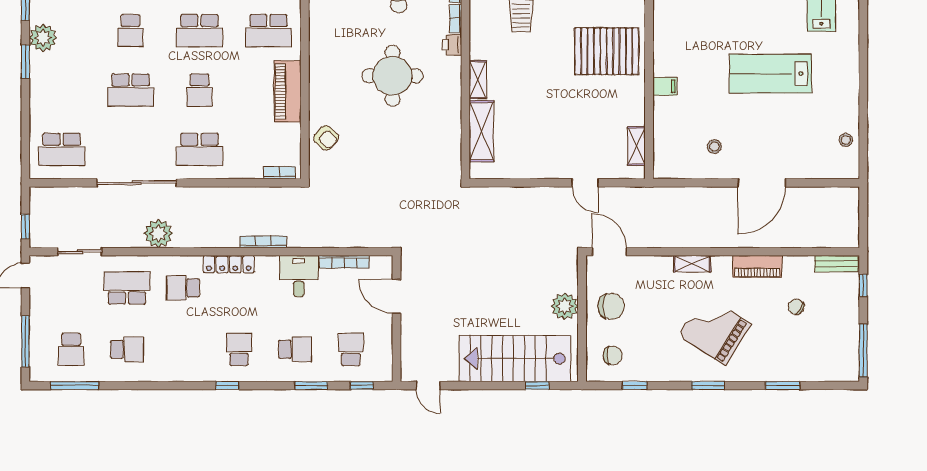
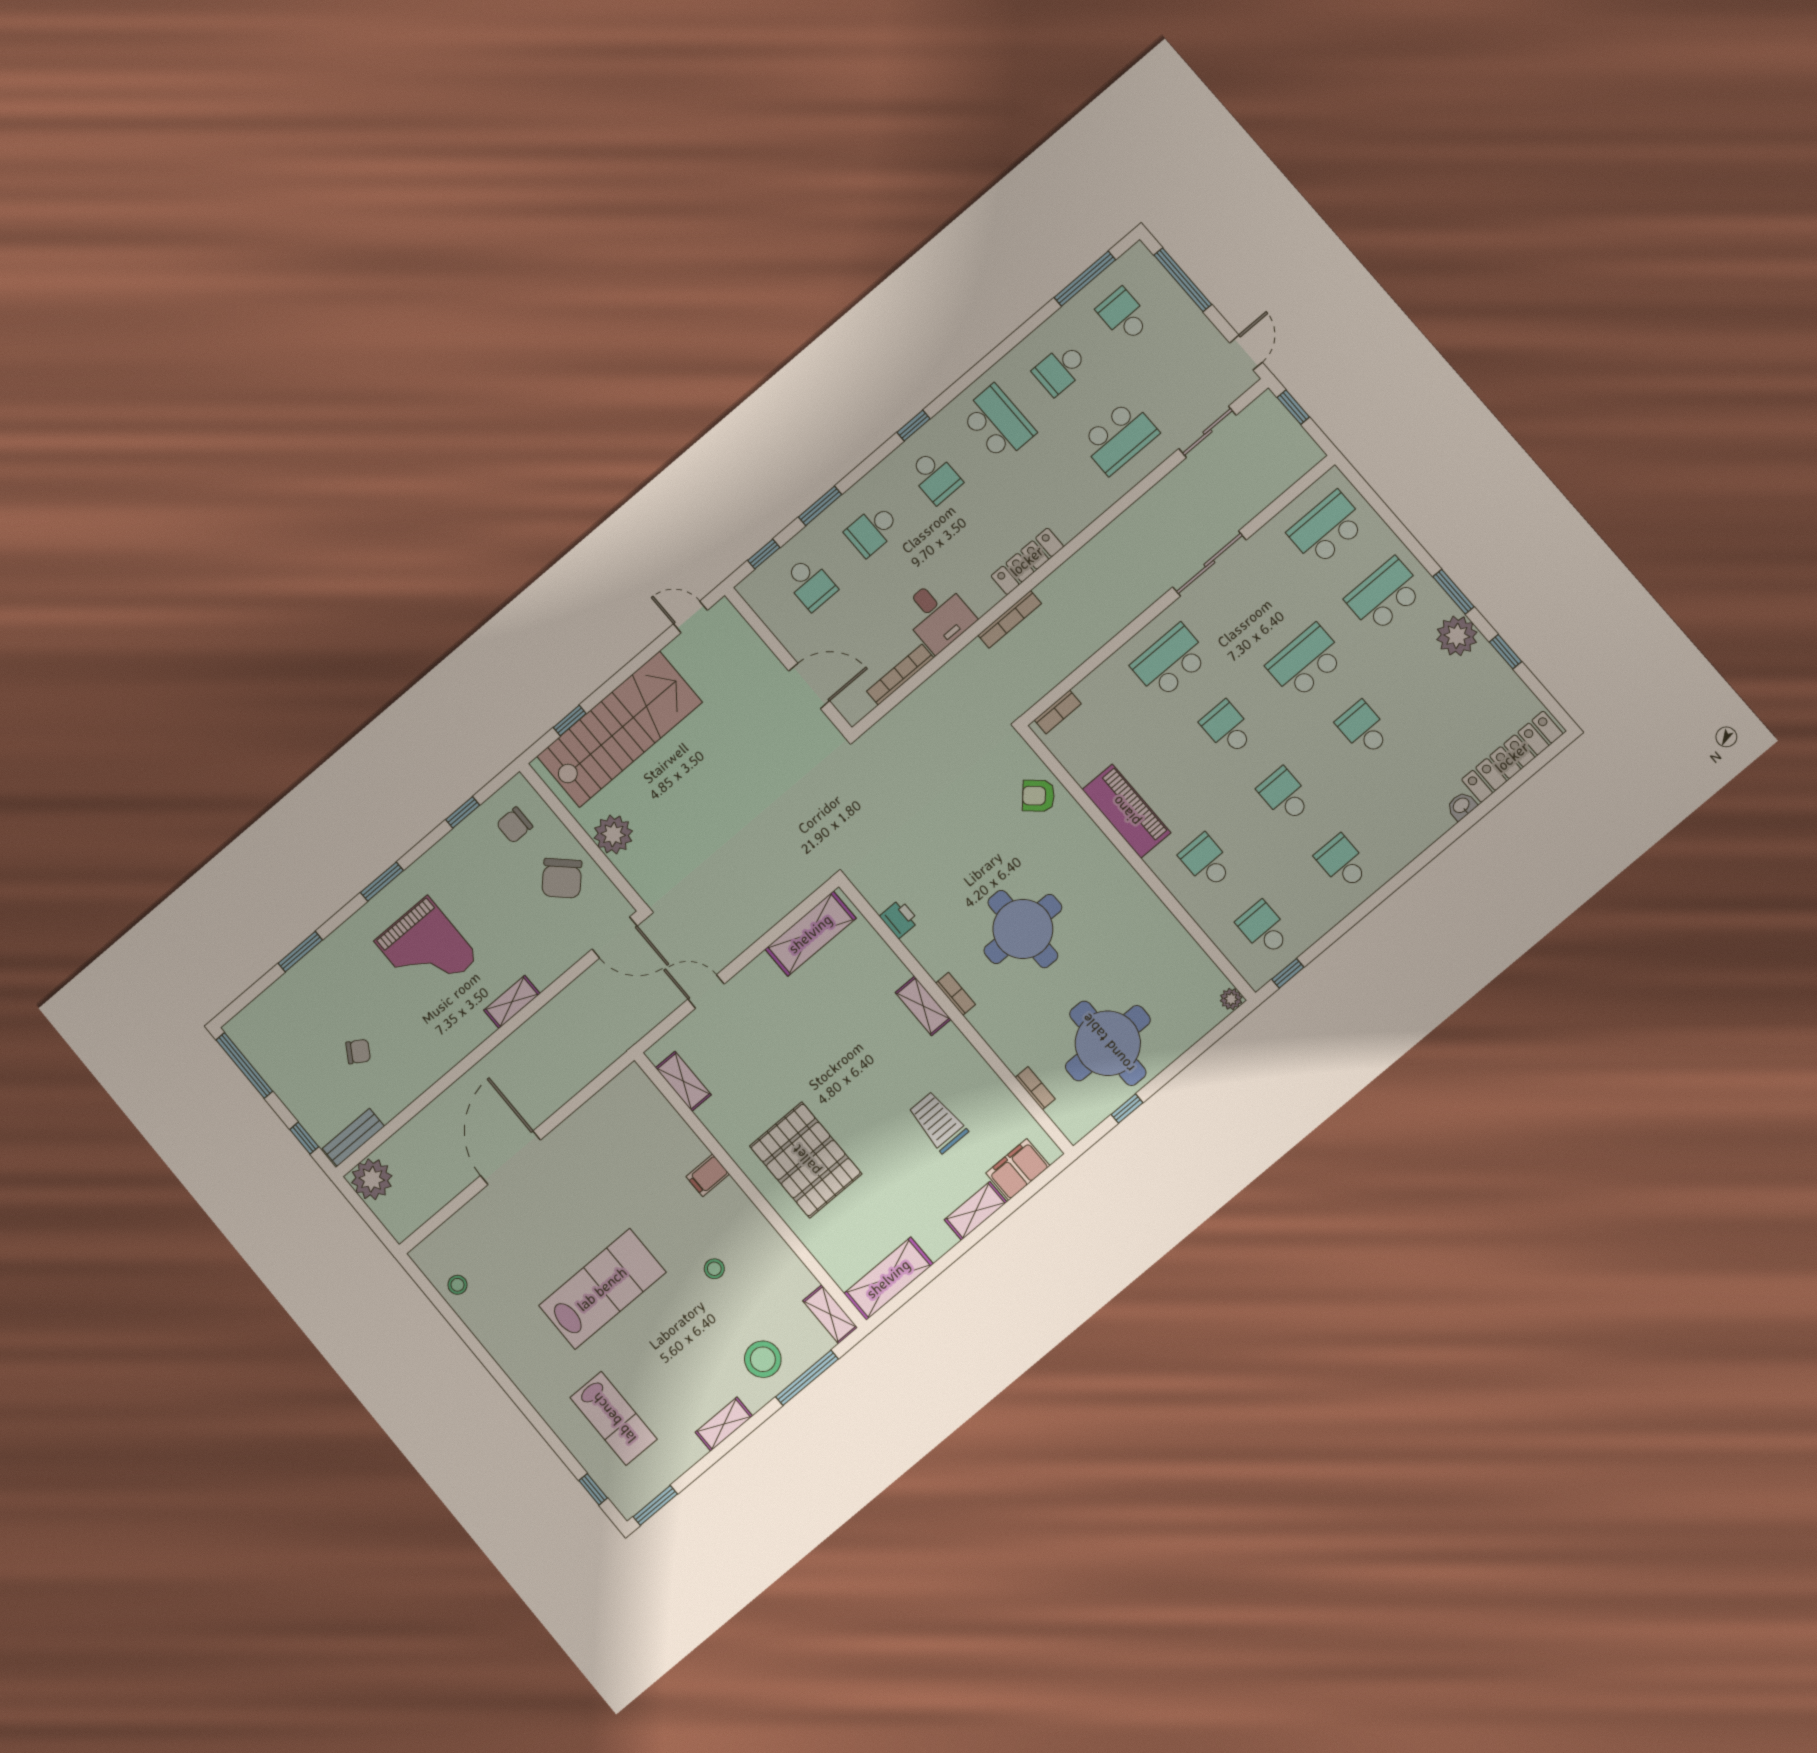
bookcase: (456, 19) -> (956, 994), moved
school desk: (200, 31) -> (1285, 795), width x0.54
school desk: (269, 31) -> (1206, 861), width x0.54
printer: (452, 45) -> (899, 919), moved
pallet: (607, 51) -> (806, 1160), turned 90
school desk: (62, 90) -> (1385, 595), added
shelving: (481, 131) -> (810, 934), moved, turned 90
stool: (714, 147) -> (714, 1269), moved
sliding door: (137, 183) -> (1209, 563), width x0.73
plant: (158, 233) -> (372, 1179), moved
piano: (757, 266) -> (438, 1060), removed
school desk: (183, 288) -> (998, 423), moved, width x1.85
chair: (611, 306) -> (562, 878), turned -46
grand piano: (714, 330) -> (426, 949), turned 58

